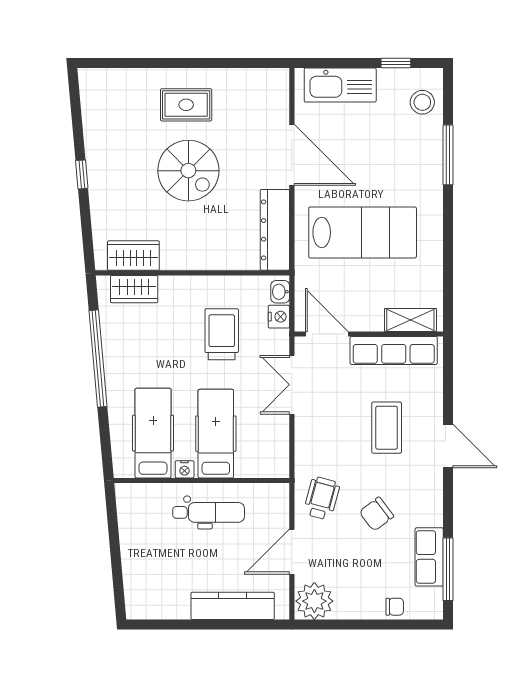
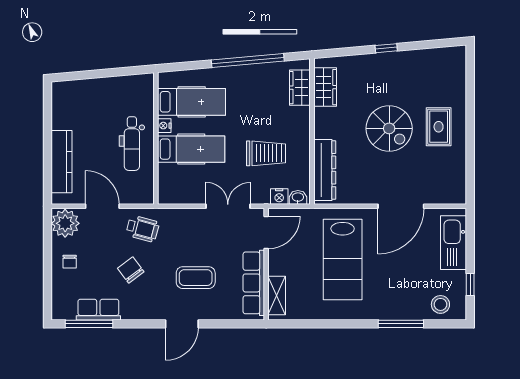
spiral stairs: (188, 171) -> (389, 128), turned -90
dresser: (275, 230) -> (325, 170), moved, turned 90
chair: (395, 607) -> (70, 262), moved

